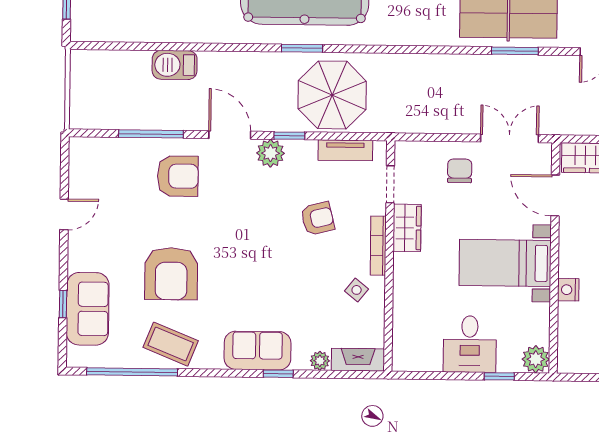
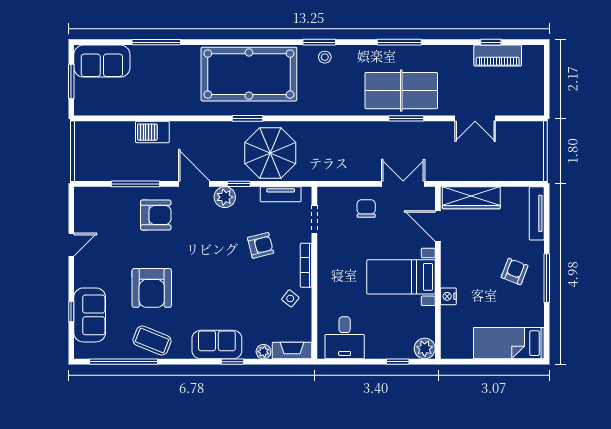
wardrobe: (407, 228) -> (327, 252), removed
desk: (470, 344) -> (345, 338), moved

